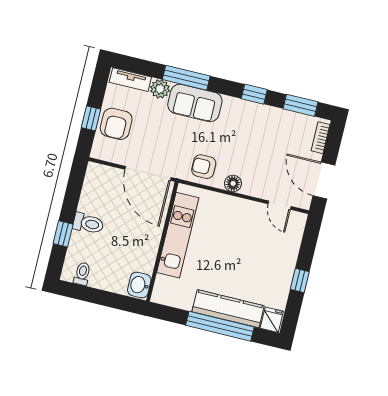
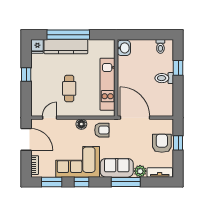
corner sofa: (253, 127) -> (78, 162), added
door: (280, 205) -> (50, 118), hinge flipped
cafe table: (239, 243) -> (69, 88), added

